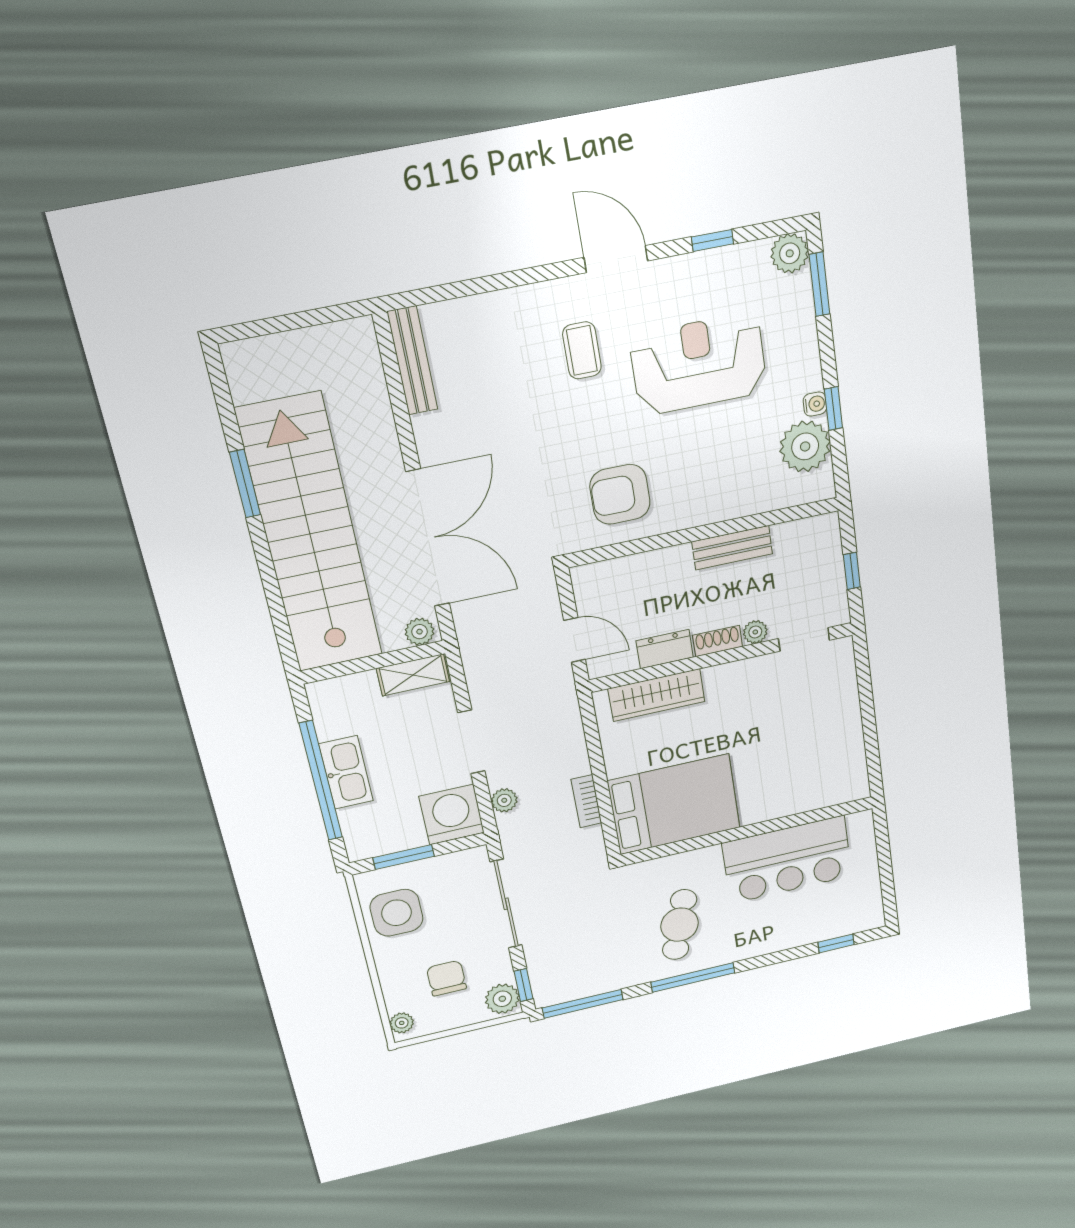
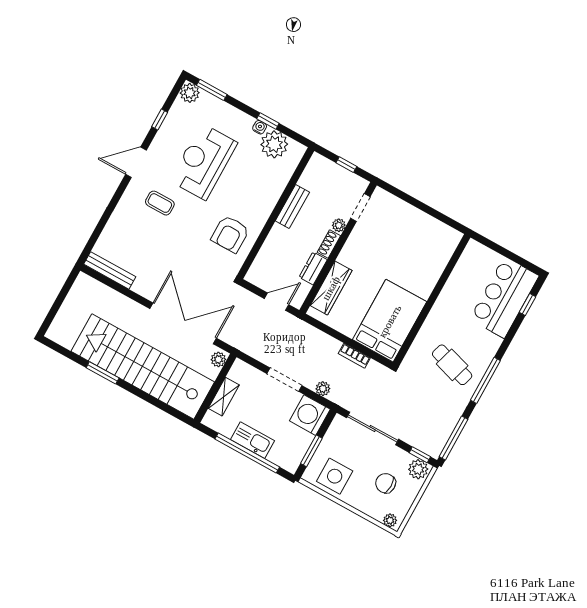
shelving: (413, 675) -> (224, 397), moved
bar counter: (787, 860) -> (504, 297), moved, turned 180

